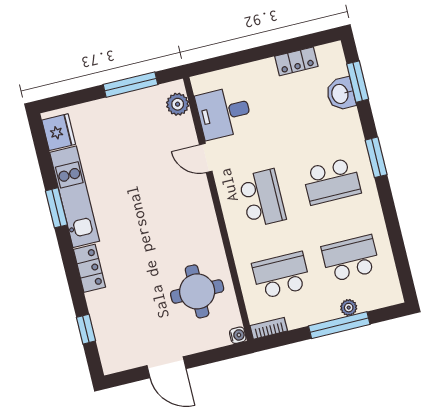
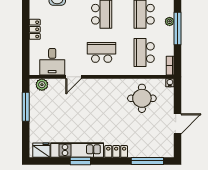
locker: (296, 61) -> (35, 29), moved
window: (86, 329) -> (147, 161), width x2.17

